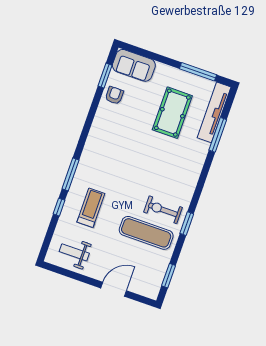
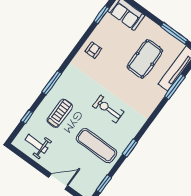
armchair: (114, 95) -> (93, 50), moved
window: (59, 207) -> (27, 117), moved
exercise bike: (163, 210) -> (108, 109), moved

